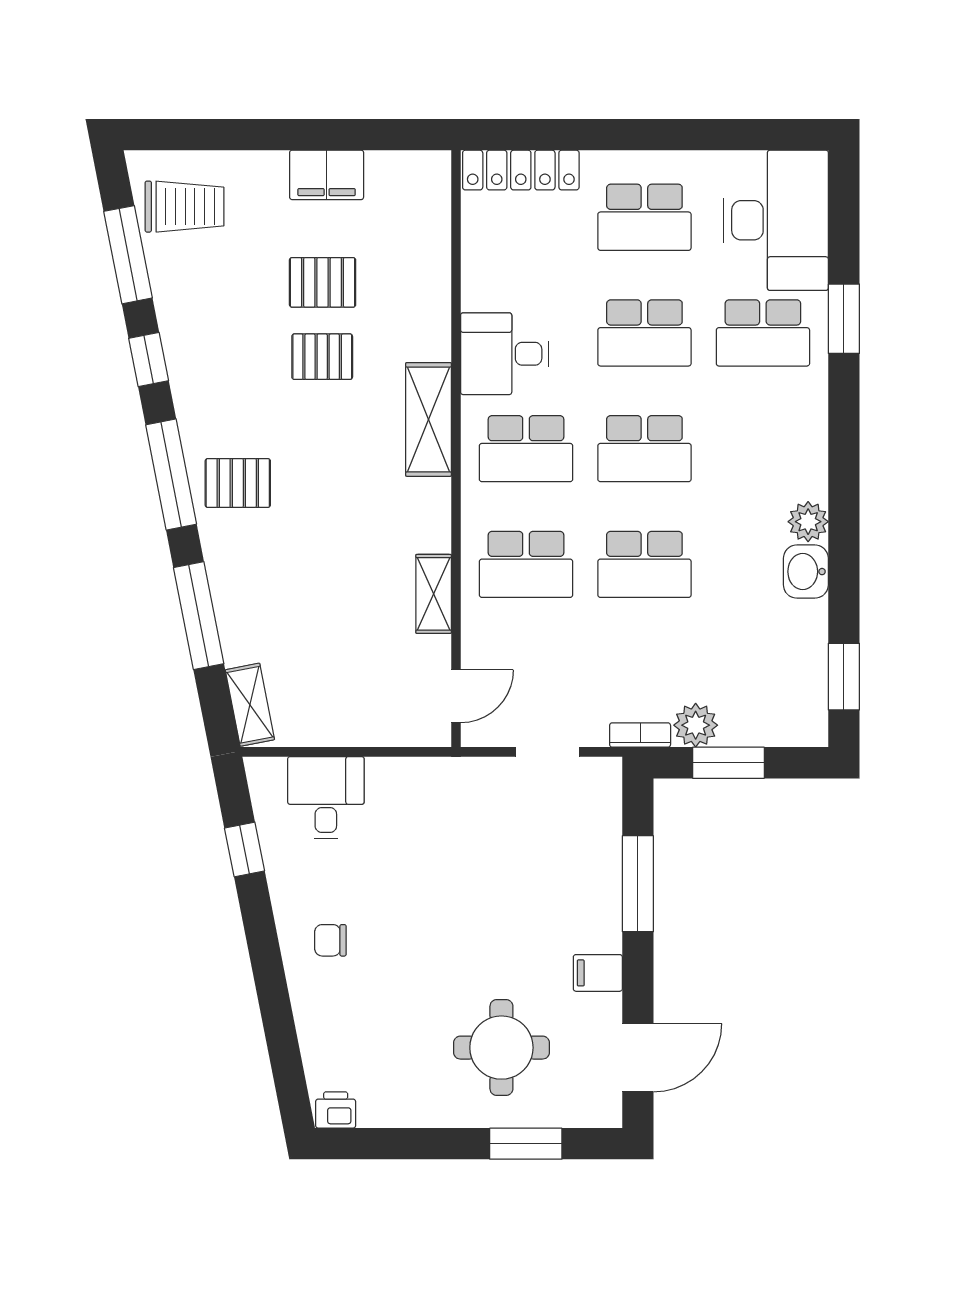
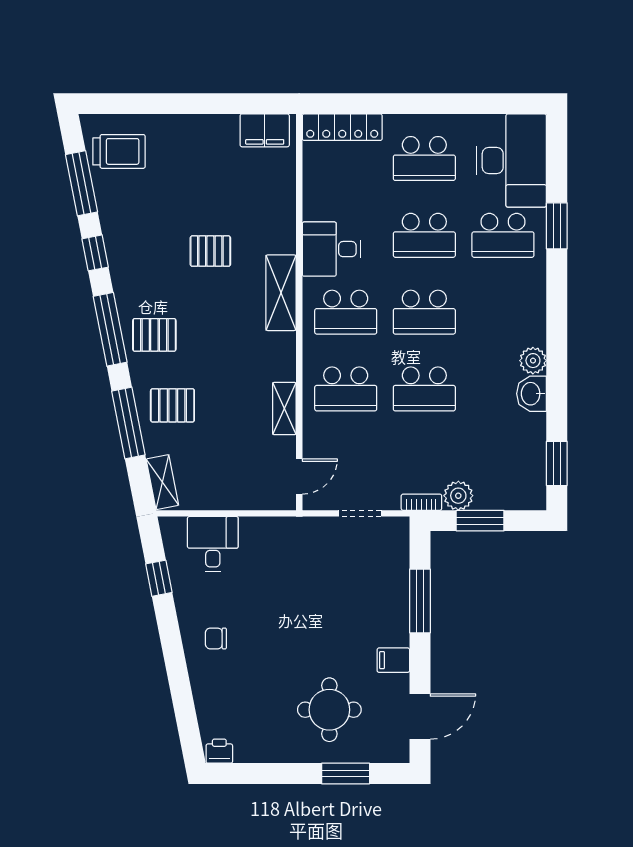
filing cabinet: (327, 175) -> (265, 130), moved
pallet: (323, 282) -> (172, 405), moved

